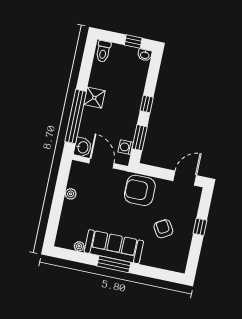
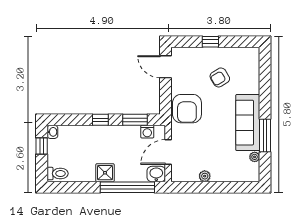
window: (114, 264) -> (265, 136), moved

